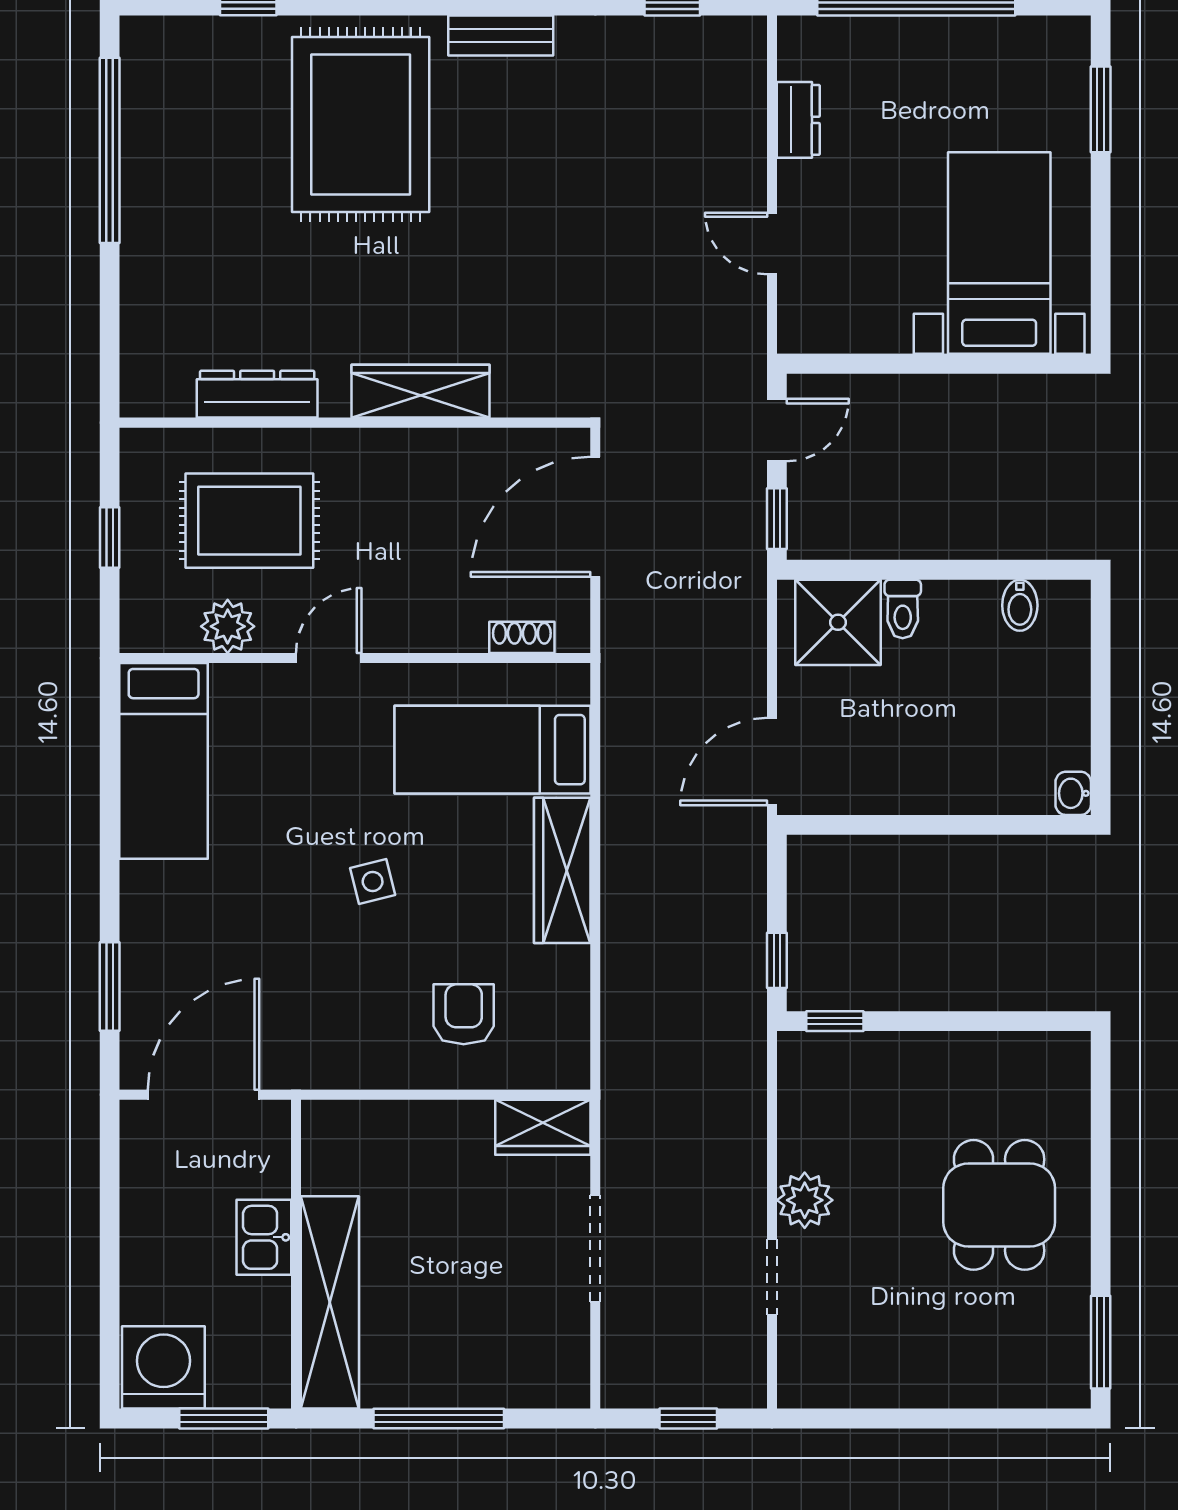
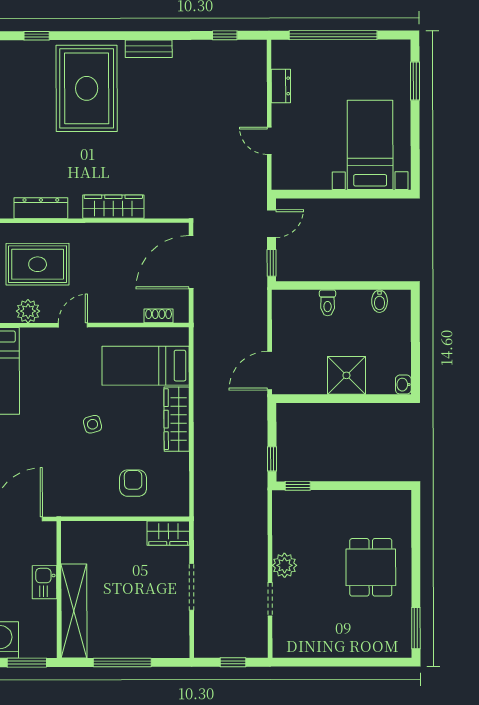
shower: (838, 622) -> (346, 375), moved

